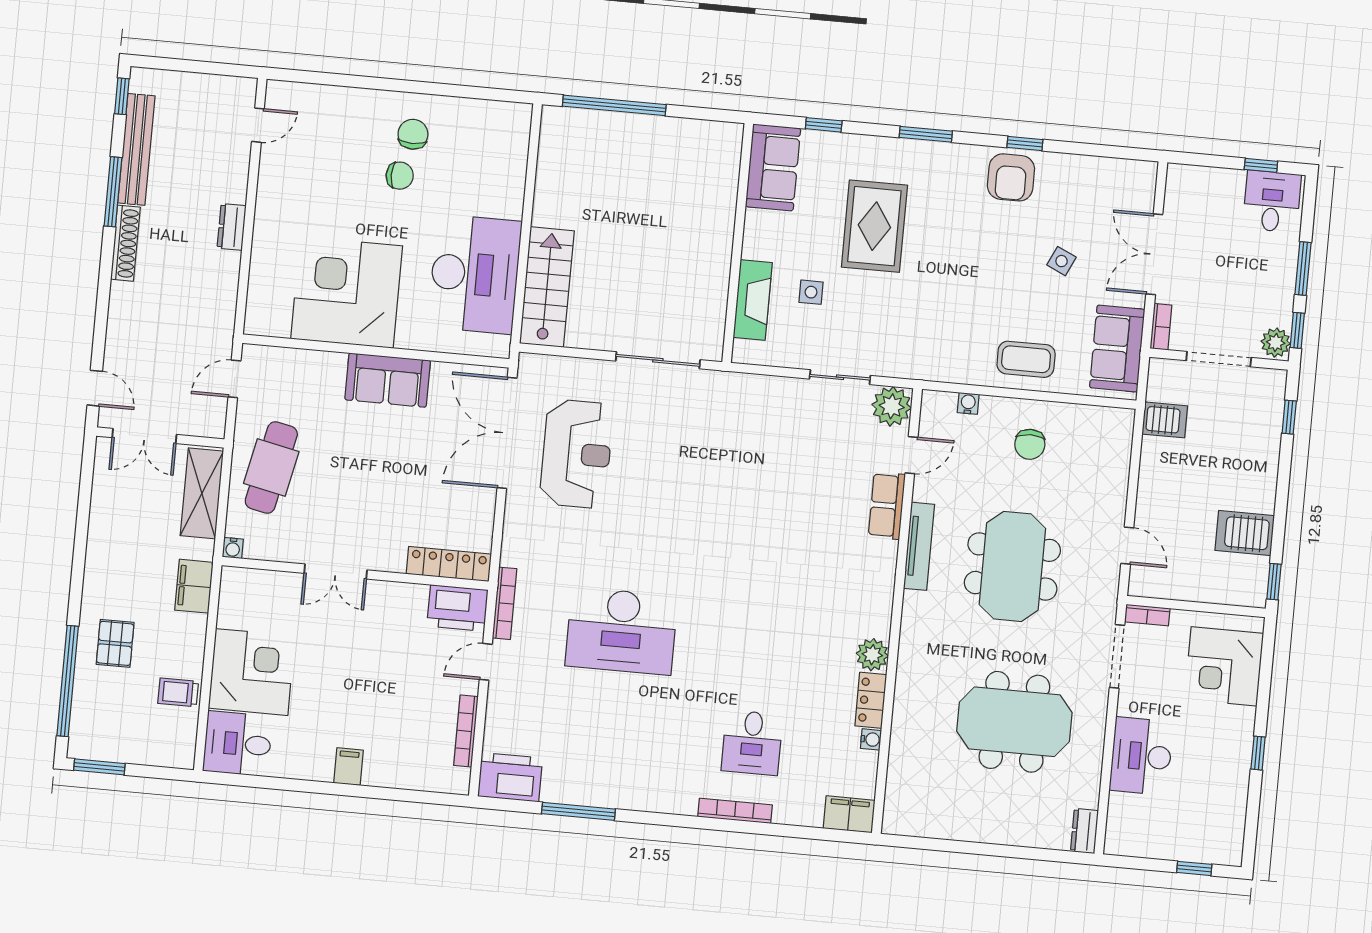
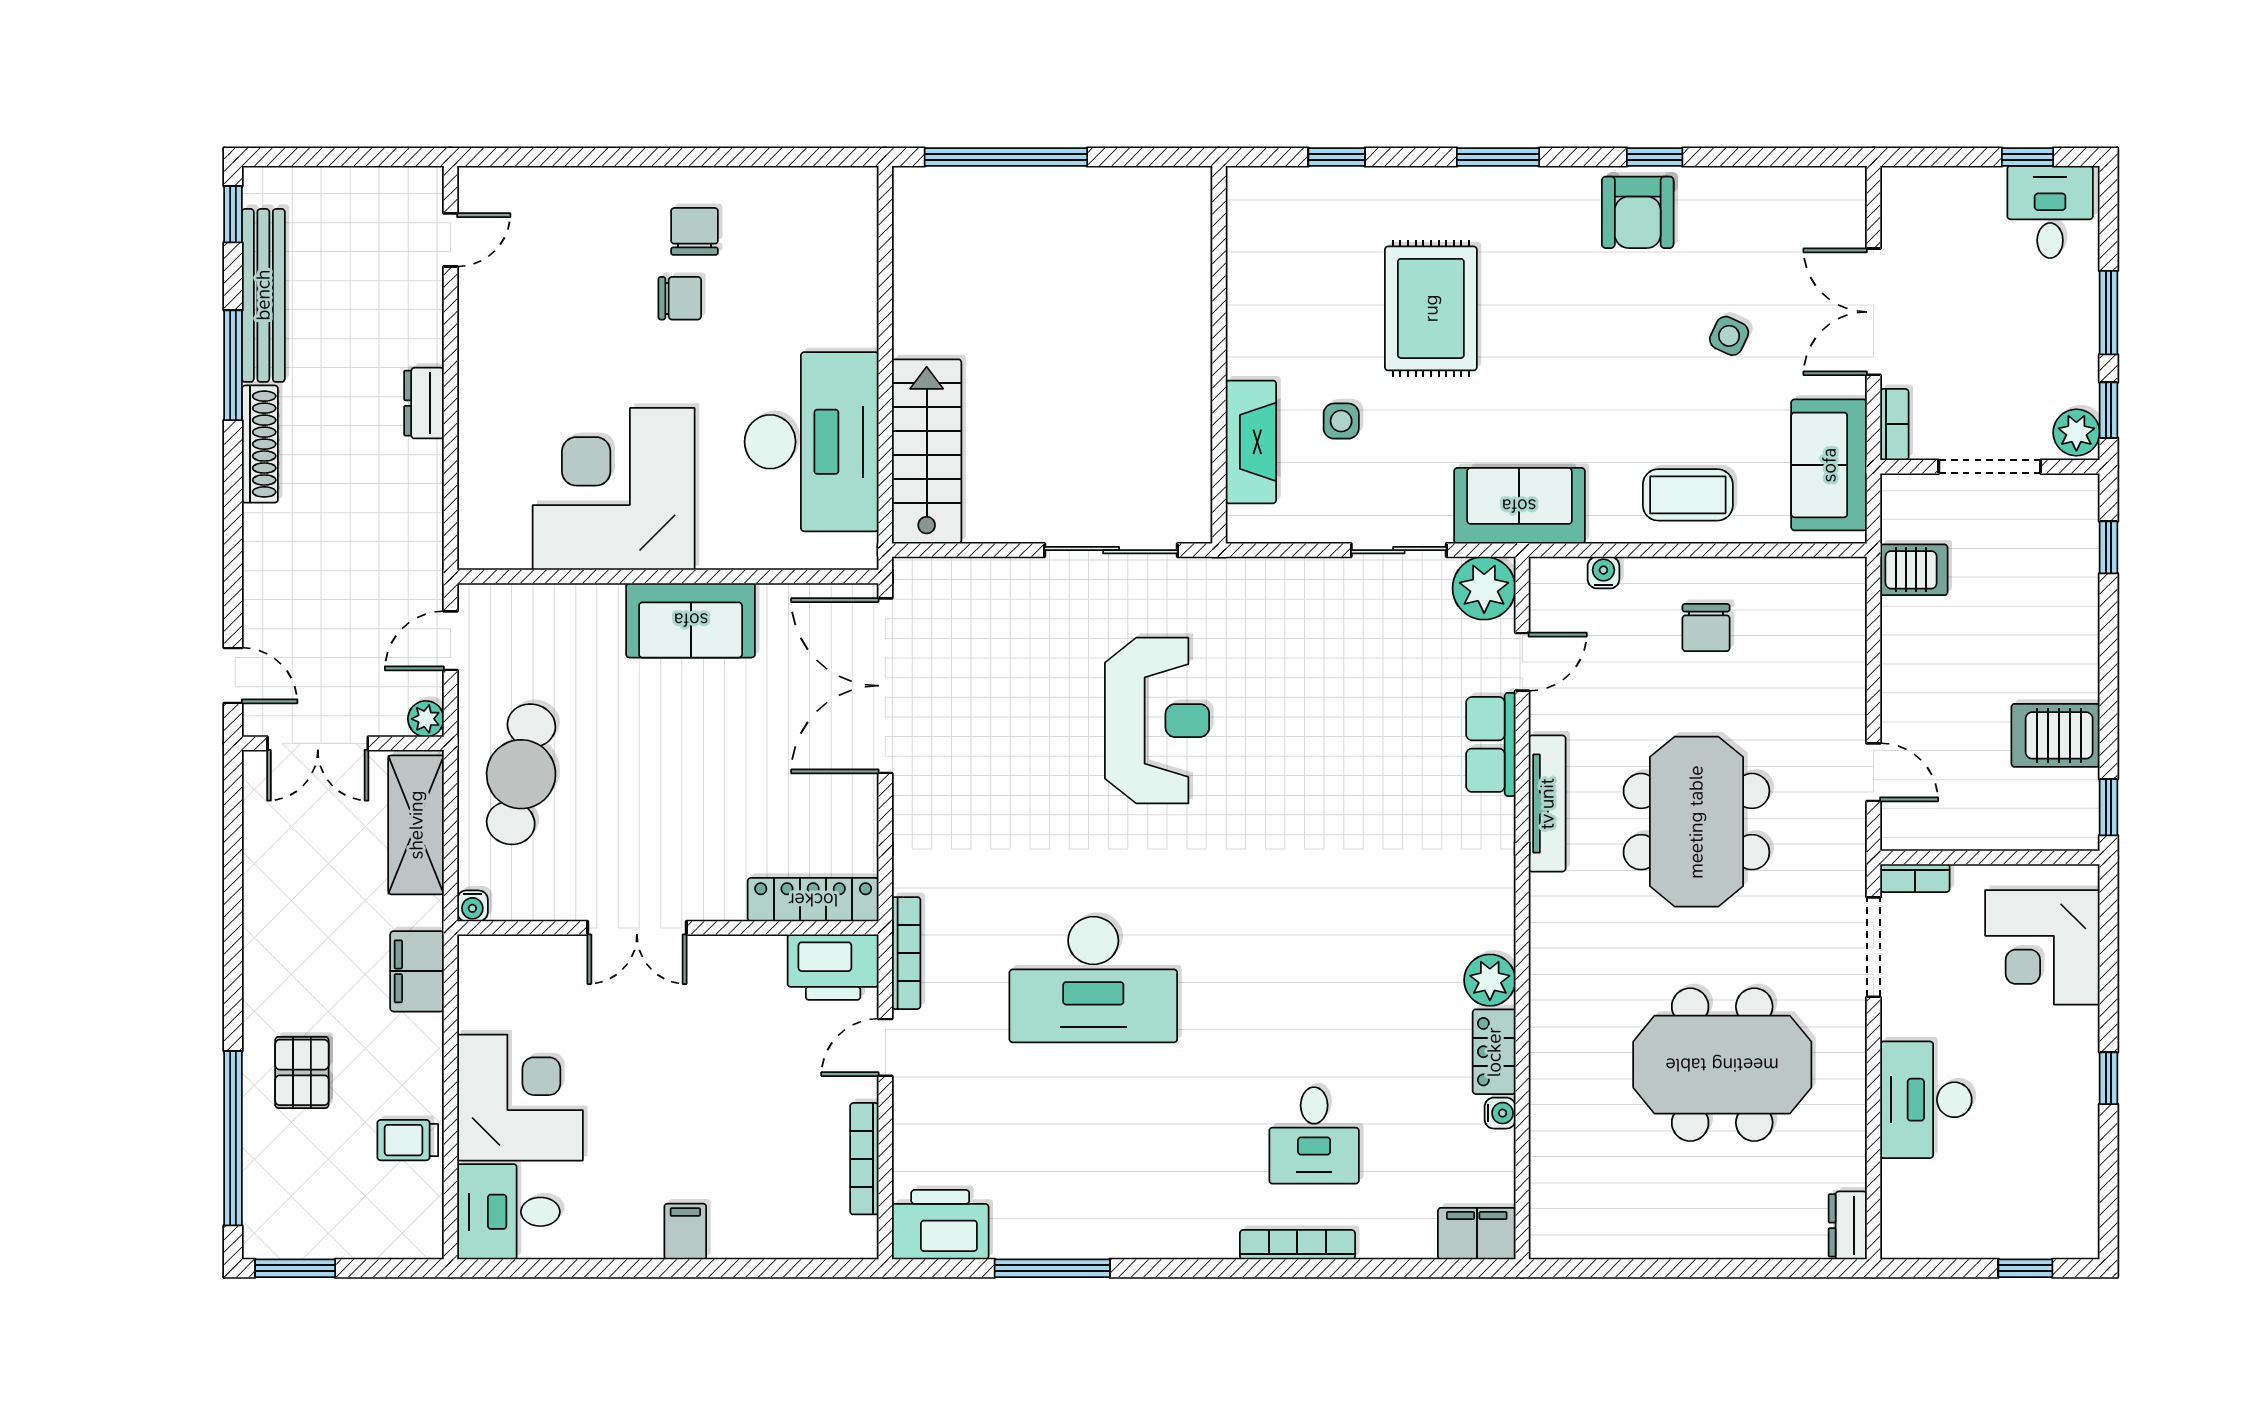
sofa: (773, 167) -> (1519, 506), moved, turned -90
plant: (214, 427) -> (426, 719), added
reception desk: (577, 454) -> (1157, 721), moved

